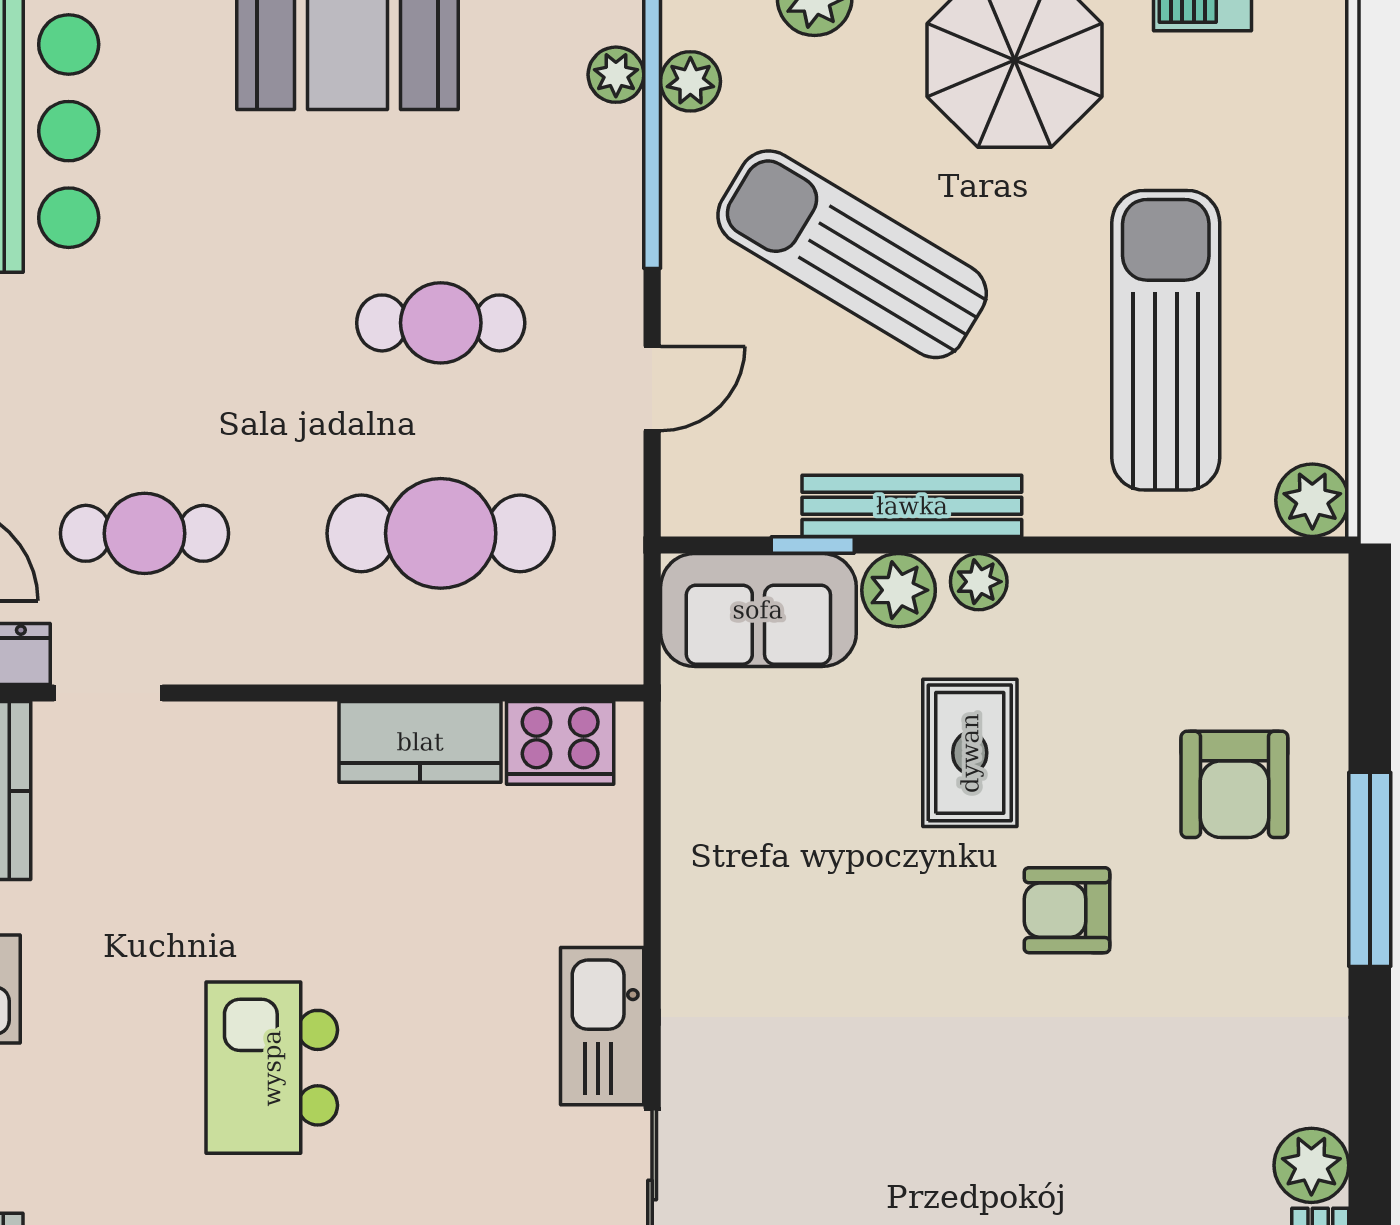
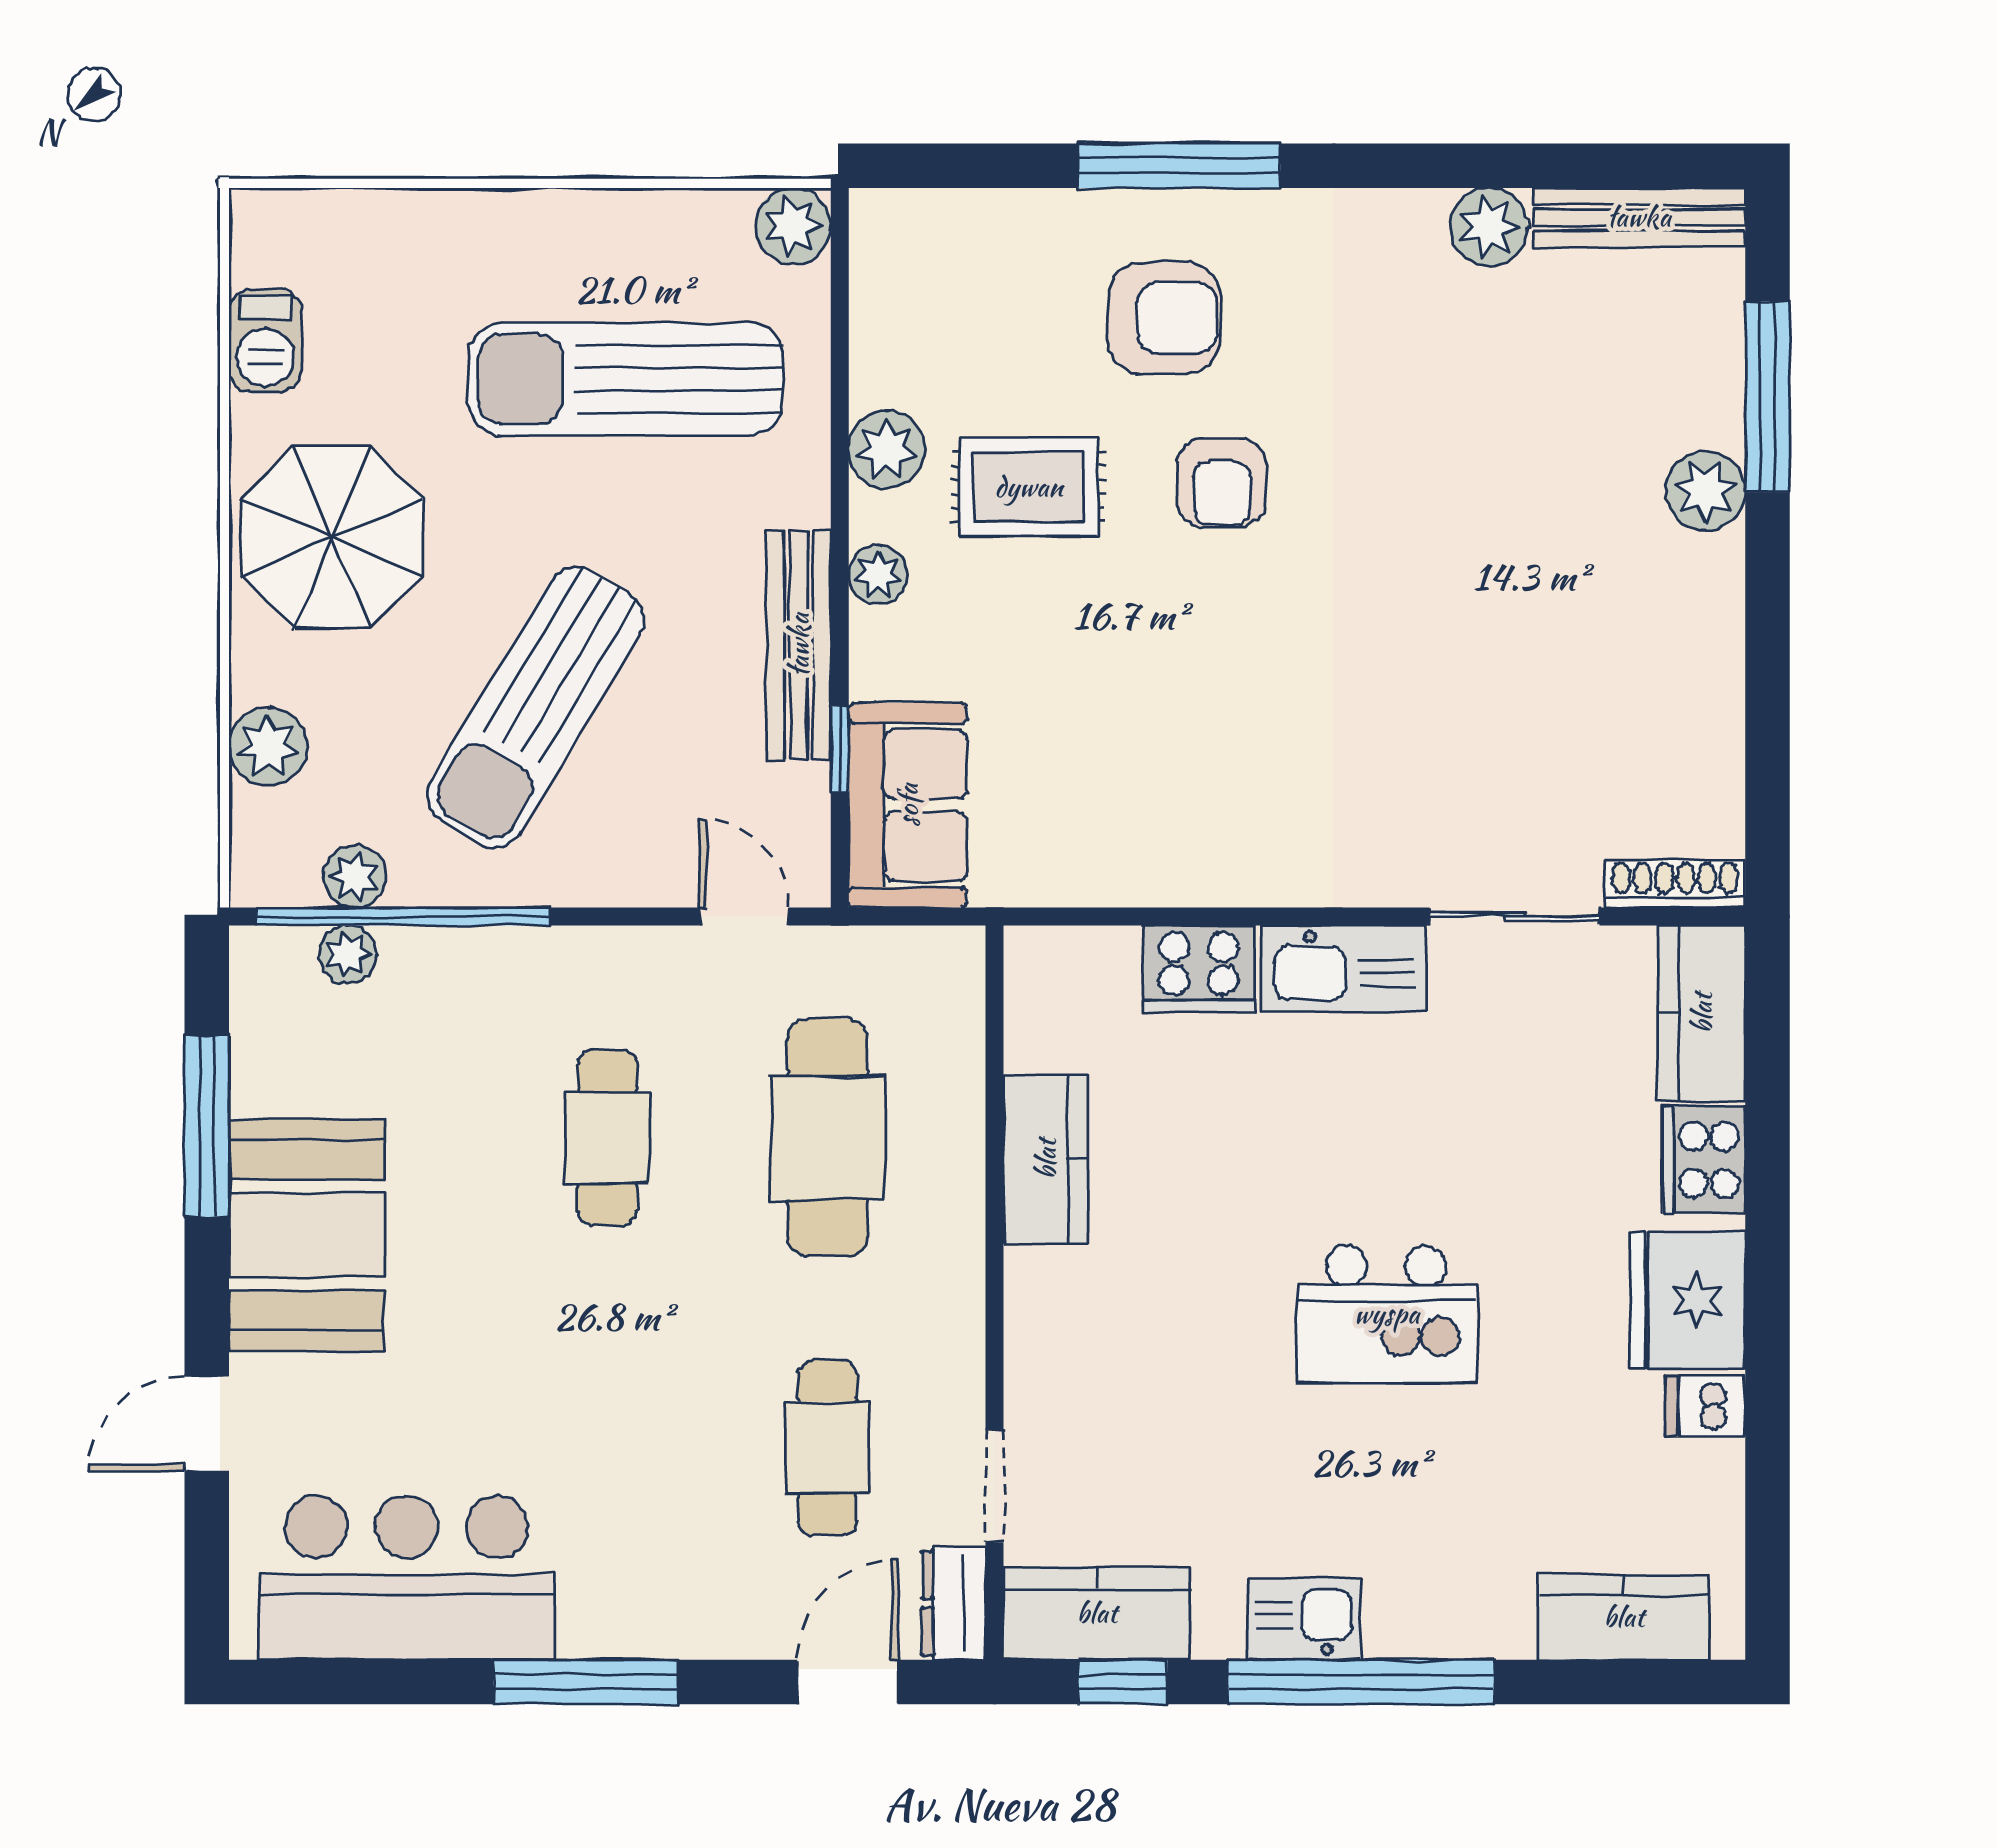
door: (652, 389) -> (744, 916), moved
plant: (899, 590) -> (887, 449), moved
cooker: (560, 743) -> (1199, 969), moved, turned 90
rug: (970, 753) -> (1029, 487), moved
armchair: (1234, 784) -> (1164, 318), moved

